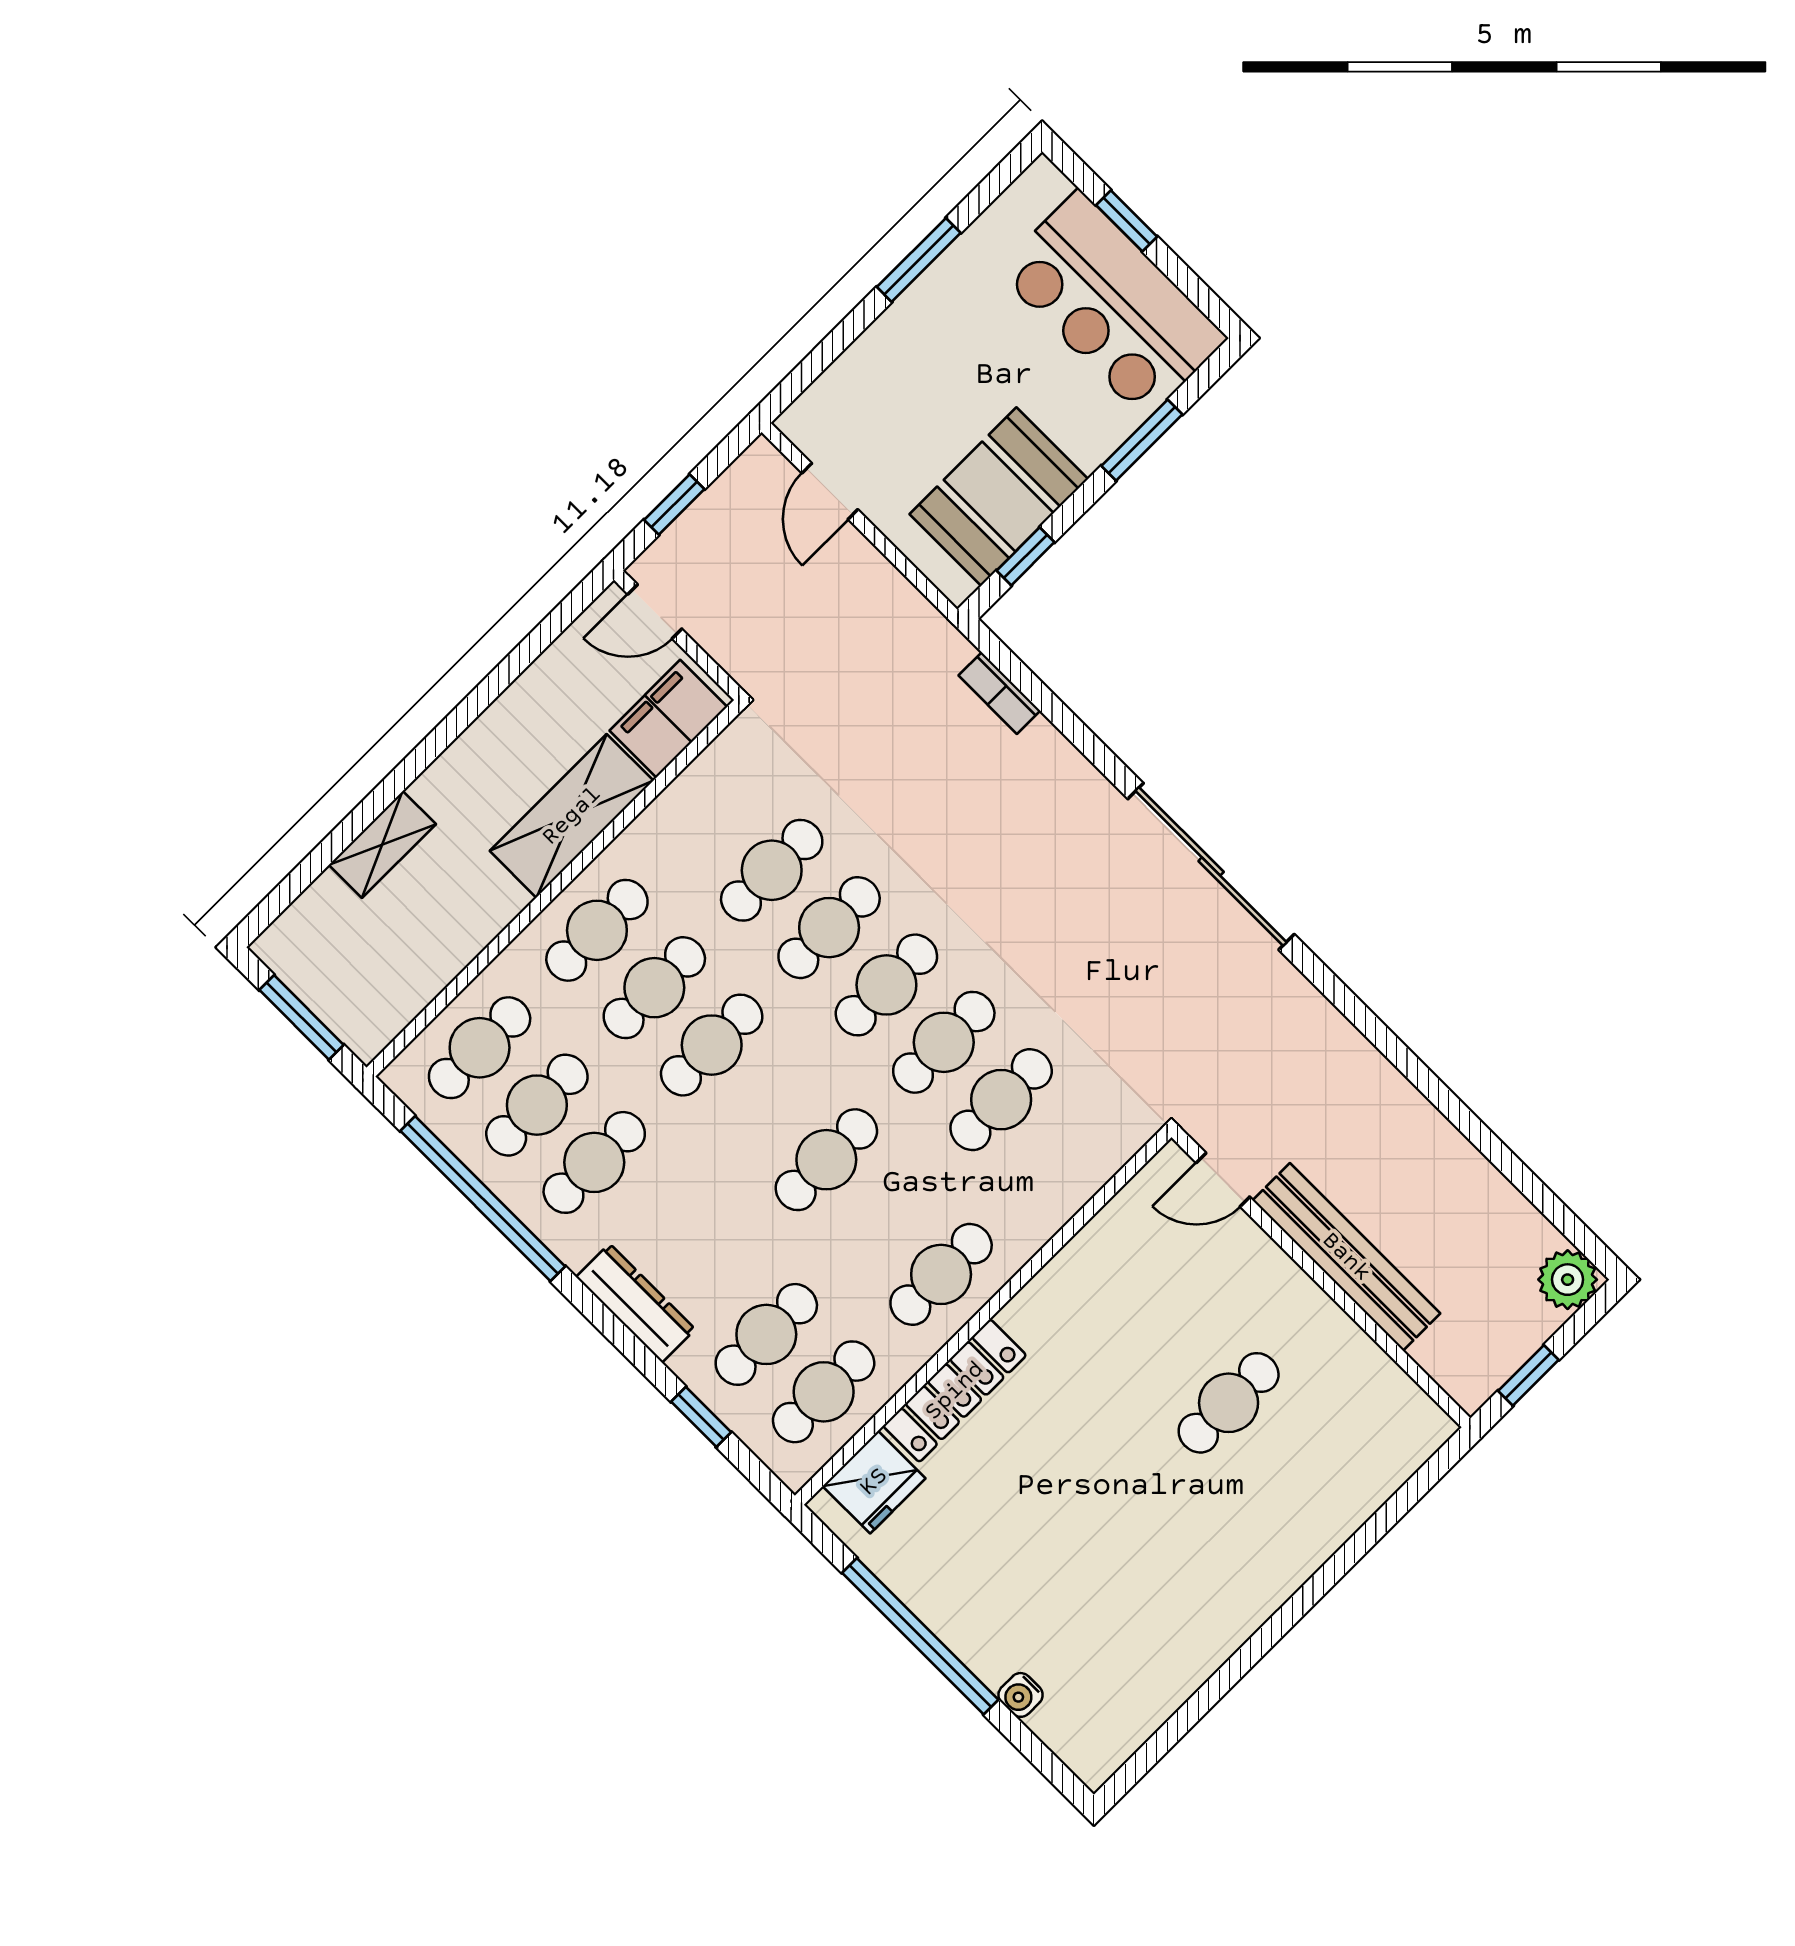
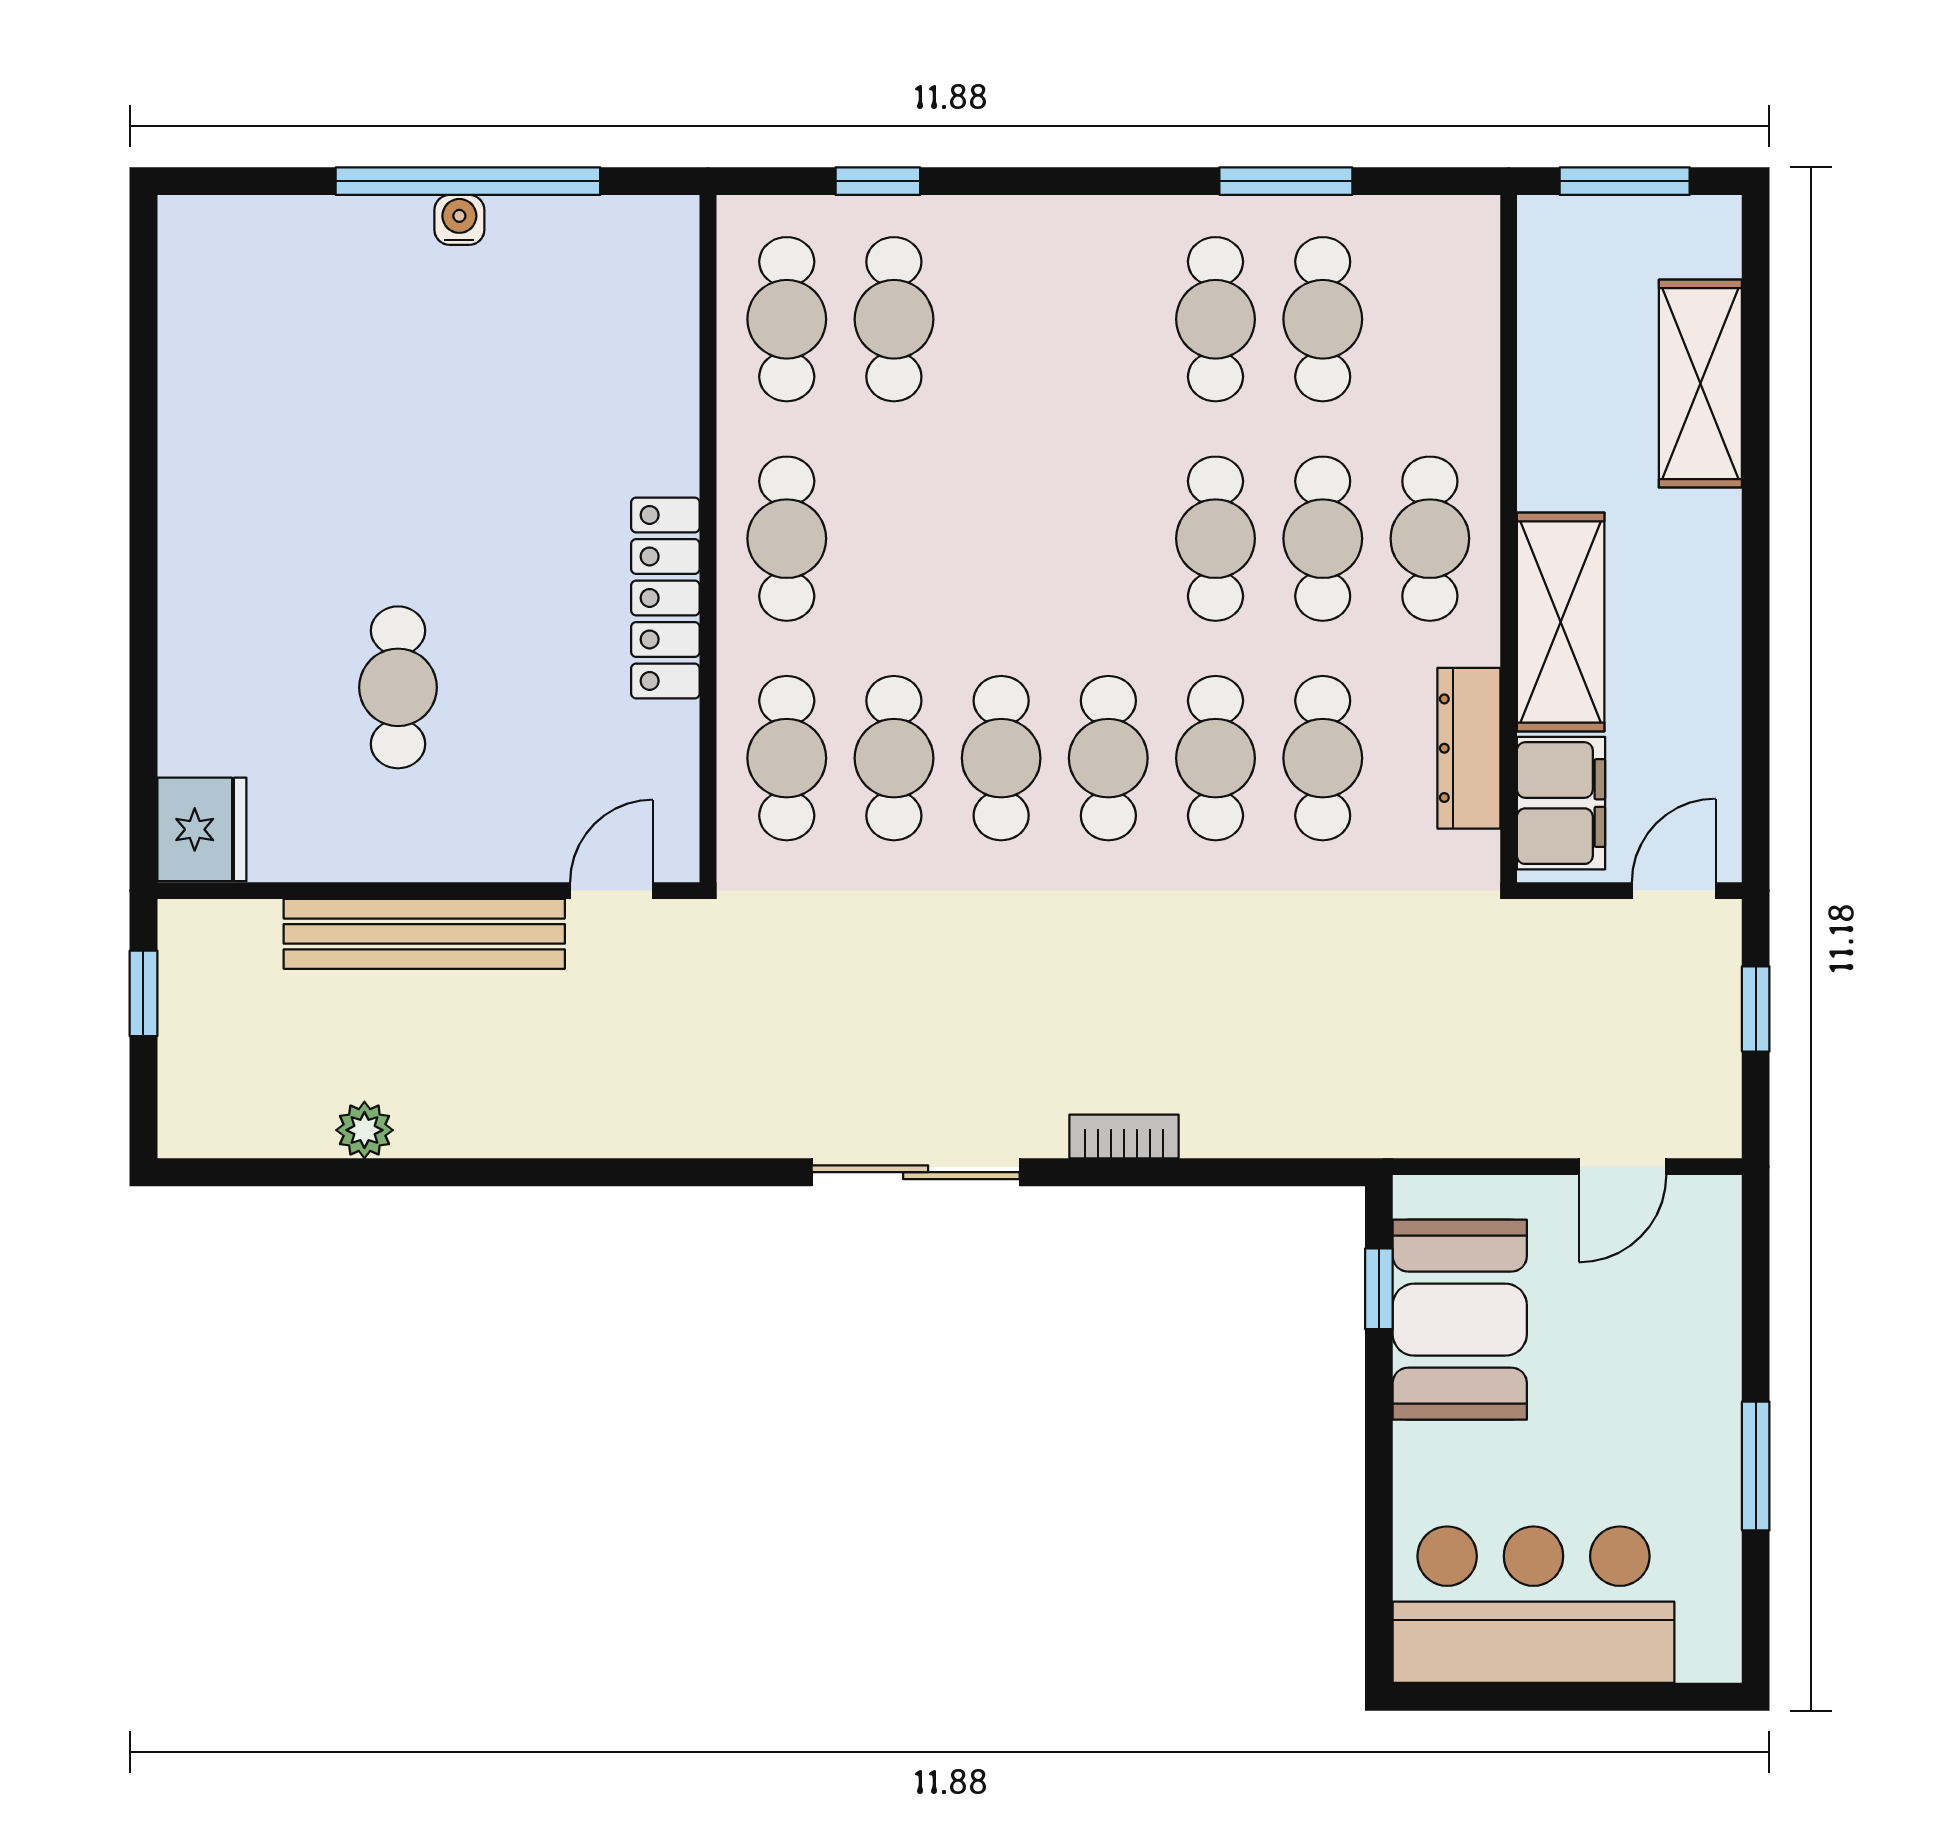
window: (1127, 221) -> (1598, 1697), removed
window: (1142, 440) -> (1379, 1506), removed
door: (830, 491) -> (1623, 1167), swing flipped
bookcase: (999, 693) -> (1124, 1137), moved
shelving: (382, 845) -> (1700, 384), width x1.50, depth x1.33
sliding door: (1211, 867) -> (916, 1172), width x0.73
cafe table: (480, 1048) -> (1430, 319), removed
cafe table: (826, 1160) -> (787, 758), moved
window: (483, 1199) -> (1286, 181), width x0.47
plant: (1568, 1280) -> (364, 1130), moved, width x0.73, depth x0.73
dresser: (636, 1303) -> (1469, 748), moved, turned 90
locker: (955, 1391) -> (665, 598), moved
fridge: (874, 1482) -> (202, 829), moved, turned 180
water cooler: (1021, 1695) -> (459, 220), moved

